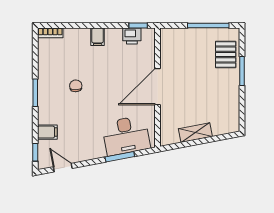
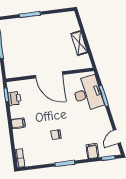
pallet: (226, 54) -> (19, 28), removed

